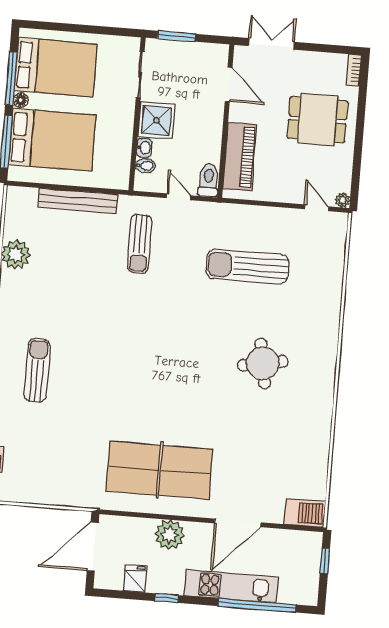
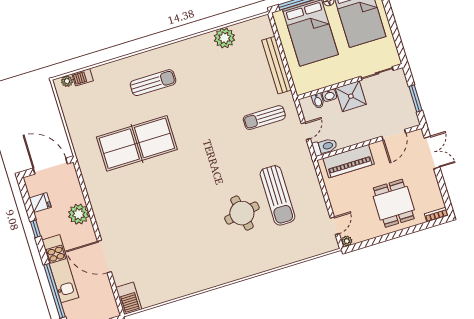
window: (176, 36) -> (415, 98), moved
sun lounger: (247, 267) -> (277, 195), turned 180
round table: (263, 363) -> (242, 213), moved
table tennis table: (160, 470) -> (137, 143), moved, turned 90

